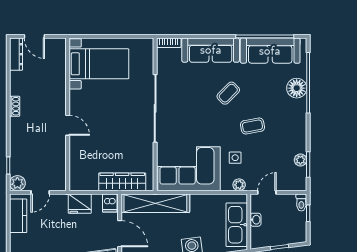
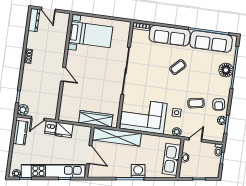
coffee table: (252, 126) -> (196, 103), moved
armchair: (293, 138) -> (219, 104), added
dishwasher: (110, 203) -> (51, 128), moved

